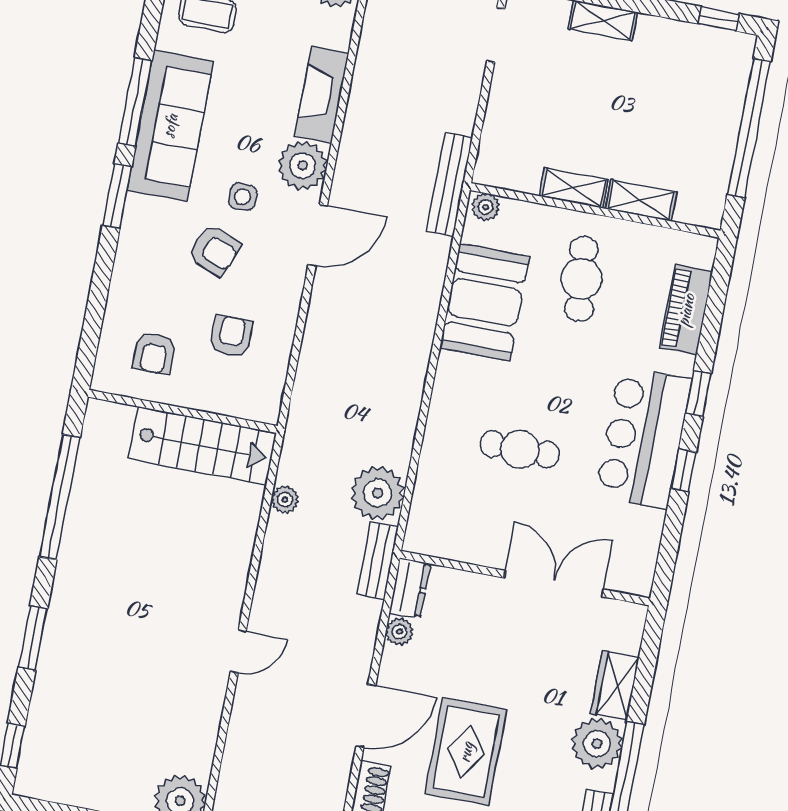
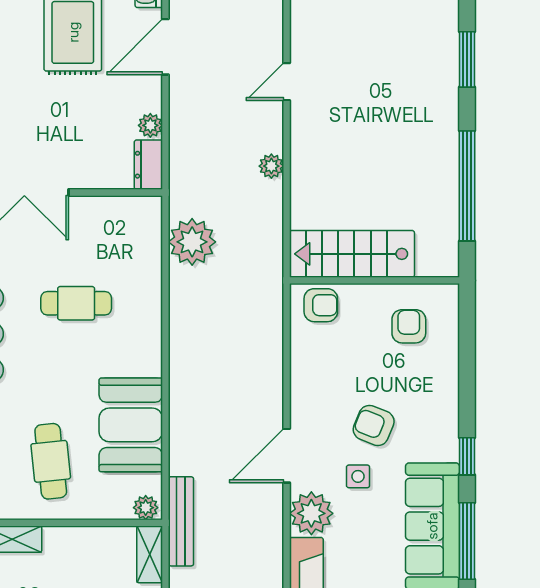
shelving: (574, 188) -> (150, 554), moved, turned 90
window: (117, 196) -> (467, 456), width x0.67
armchair: (231, 336) -> (321, 305), moved, turned -90
plant: (285, 500) -> (271, 166), moved
bench: (377, 561) -> (181, 183), removed

